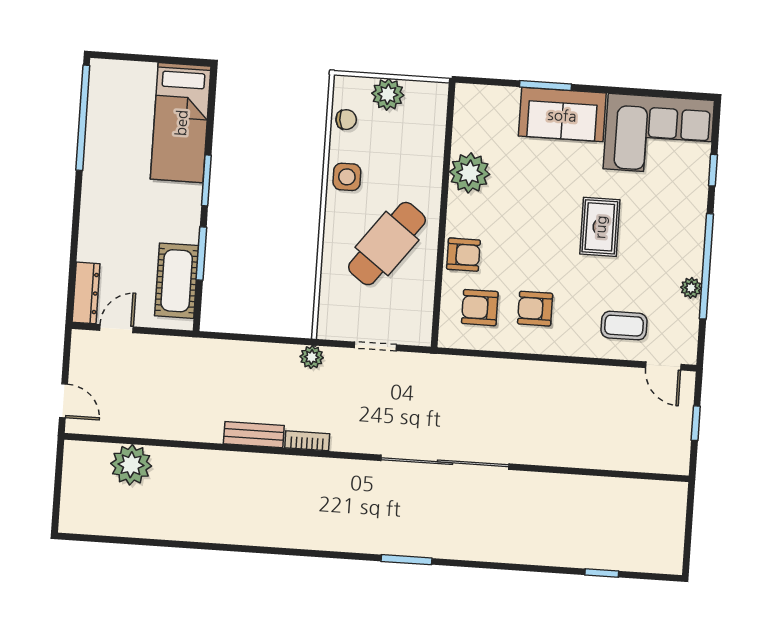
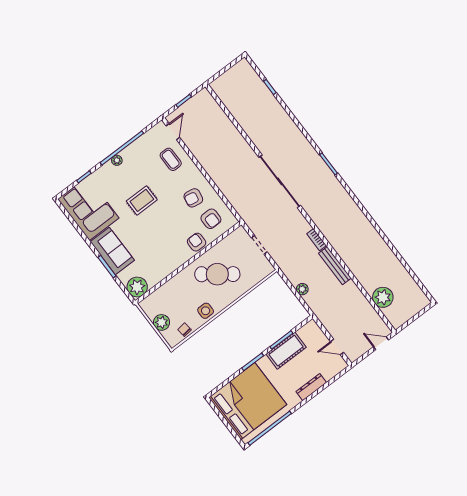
bed: (181, 123) -> (248, 401), width x2.04
plant: (470, 173) -> (137, 287), moved
cot: (177, 281) -> (286, 351), moved
plant: (691, 288) -> (117, 160), moved
dresser: (86, 293) -> (311, 387), moved
armchair: (535, 309) -> (193, 198), turned 100
plant: (312, 357) -> (302, 289), moved
door: (63, 401) -> (381, 343), hinge flipped
bench: (254, 435) -> (335, 266), width x1.36

